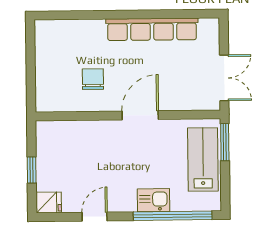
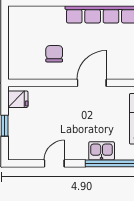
fridge: (49, 202) -> (18, 99), moved

